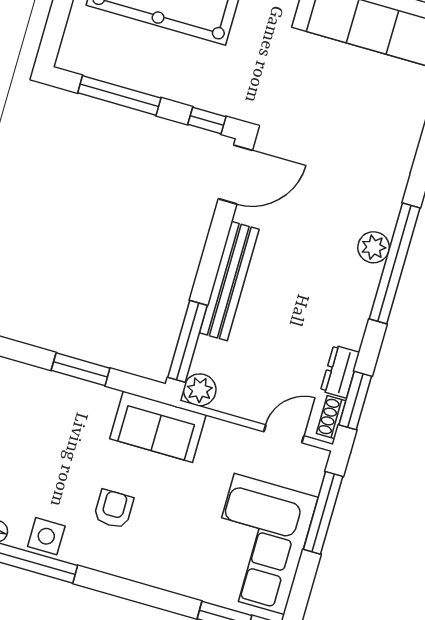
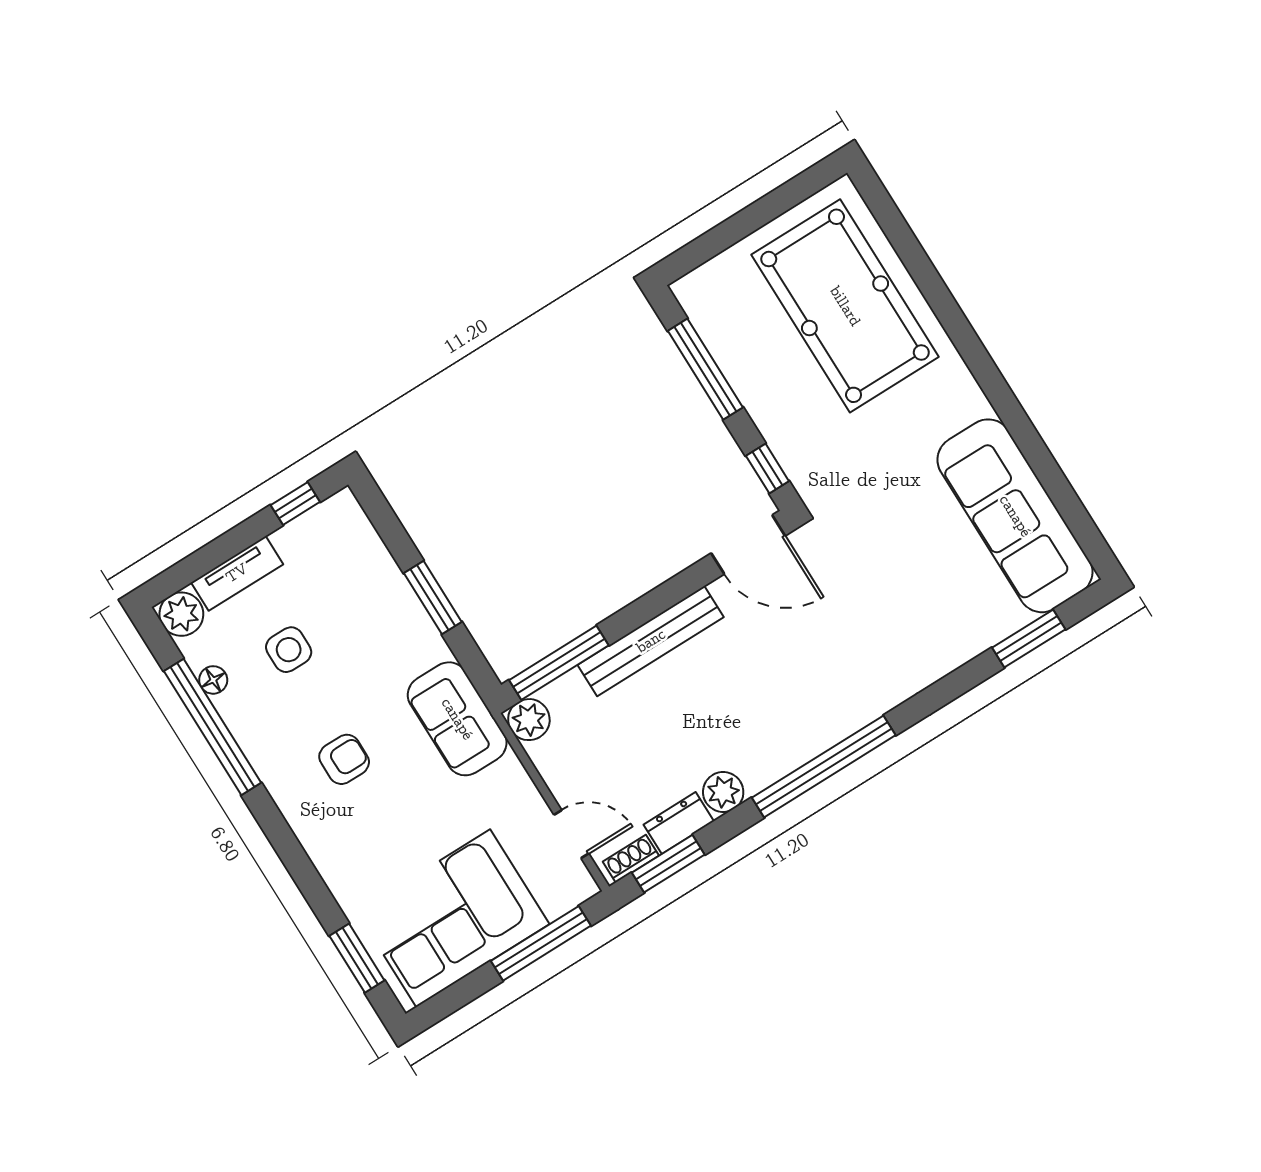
plant: (374, 247) -> (723, 792), moved
side table: (46, 536) -> (289, 650), moved

